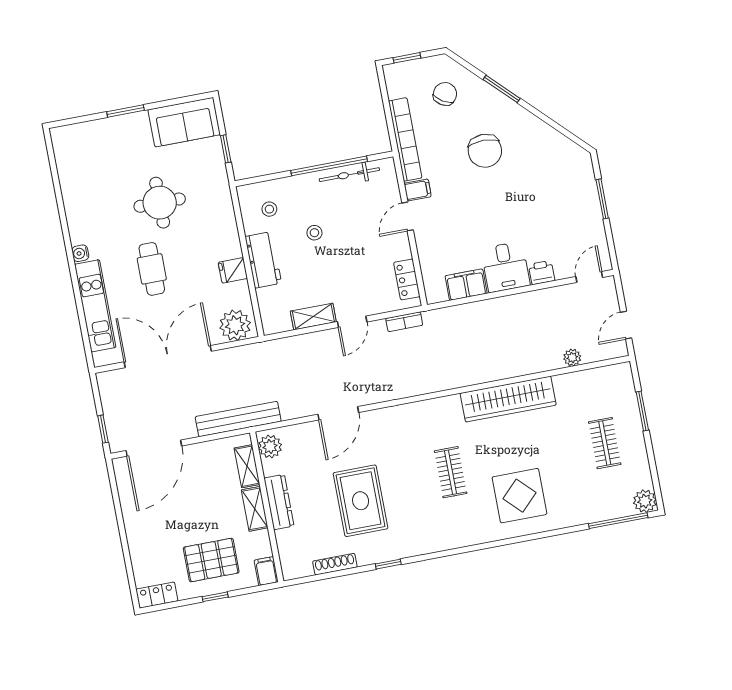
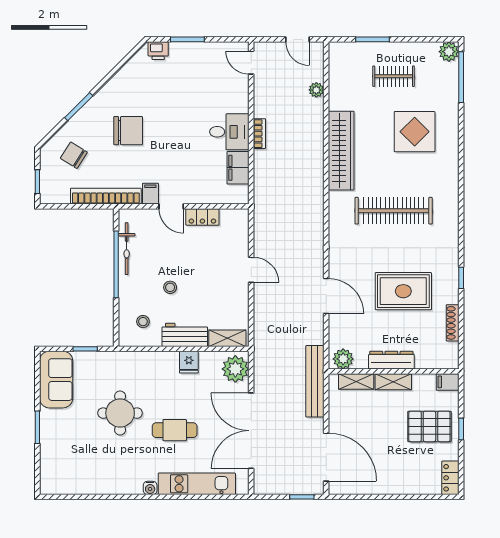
printer: (542, 273) -> (158, 51), moved, turned -90
locker: (407, 279) -> (202, 217), moved
shelving: (313, 317) -> (227, 338), moved, turned 90
bookcase: (404, 322) -> (259, 134), moved
clothes rail: (451, 472) -> (394, 211), width x1.86, depth x1.31
display table: (519, 496) -> (415, 132), moved
pallet: (211, 560) -> (429, 426), turned 90

